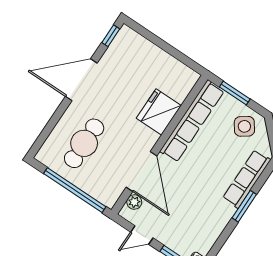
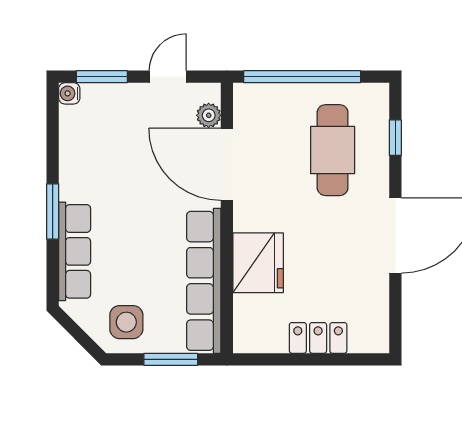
window: (111, 36) -> (395, 138), moved
locker: (154, 54) -> (318, 338), added
side table: (244, 126) -> (126, 322), turned 36

